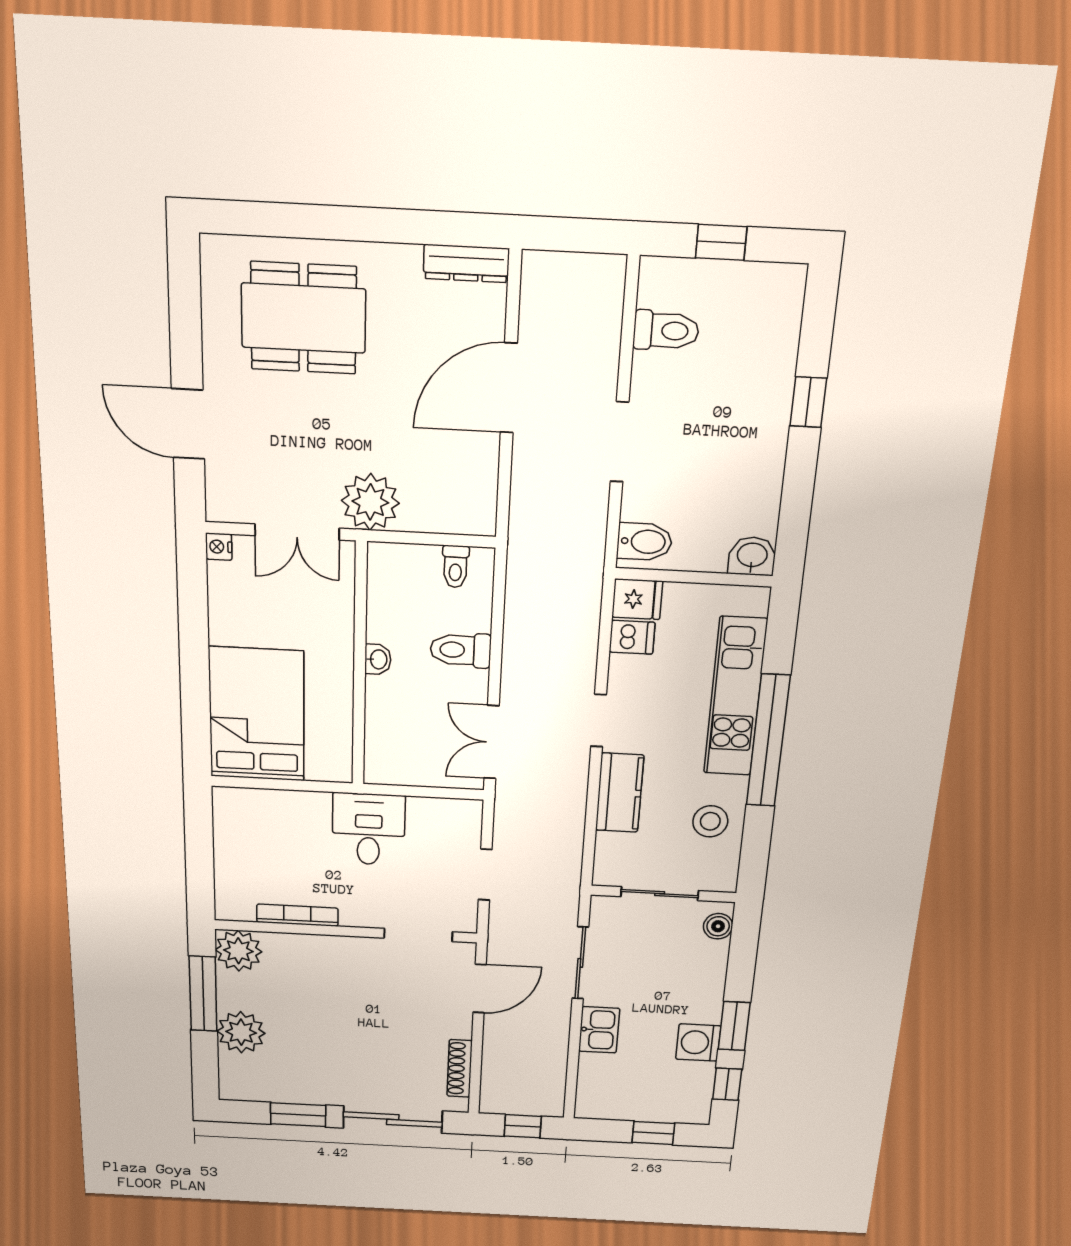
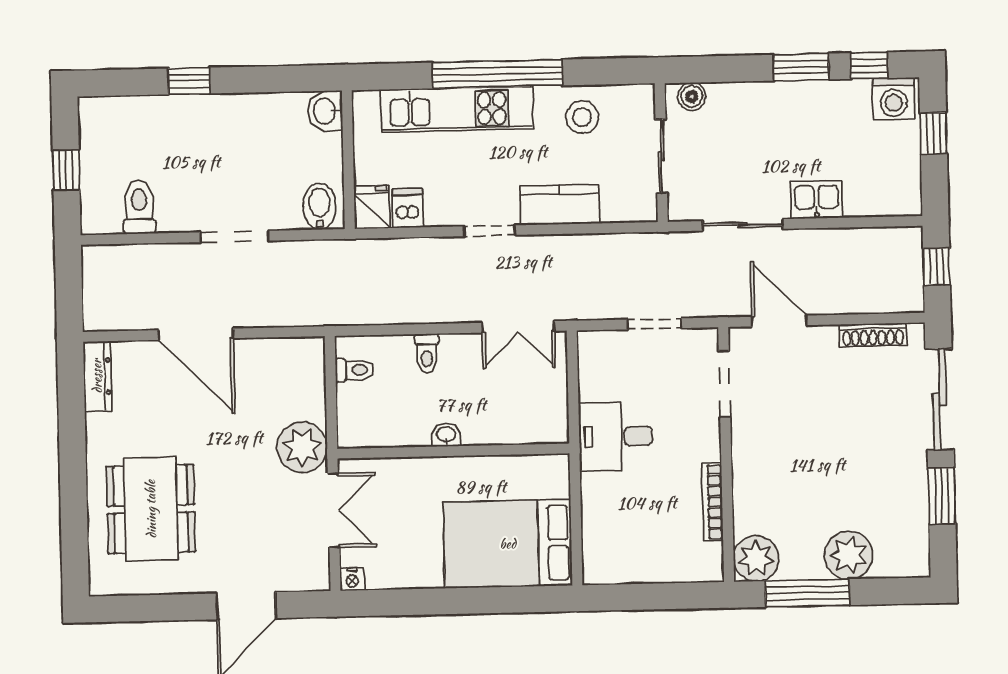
toilet: (461, 650) -> (427, 353), width x0.73, depth x0.72
washing machine: (698, 1042) -> (894, 99), moved

